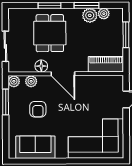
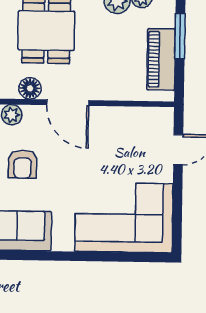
piano: (106, 64) -> (161, 59), moved, turned -90

